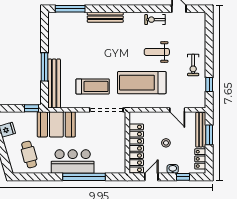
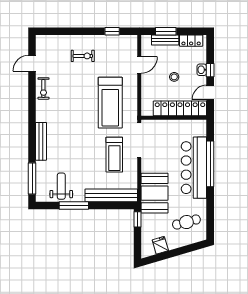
weight bench: (157, 52) -> (61, 186), moved, turned 180
exercise bike: (193, 65) -> (83, 56), moved
window: (45, 67) -> (74, 206), moved
treadmill: (93, 86) -> (114, 155), turned 180
bench: (201, 130) -> (165, 40), width x0.73
bar counter: (73, 162) -> (194, 168), width x1.36
door: (151, 177) -> (210, 92), hinge flipped
window: (183, 177) -> (210, 70), moved

